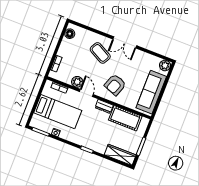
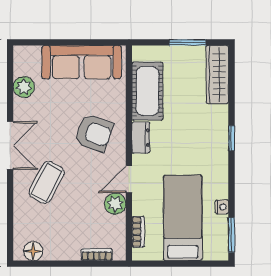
plant: (165, 65) -> (24, 87), moved

